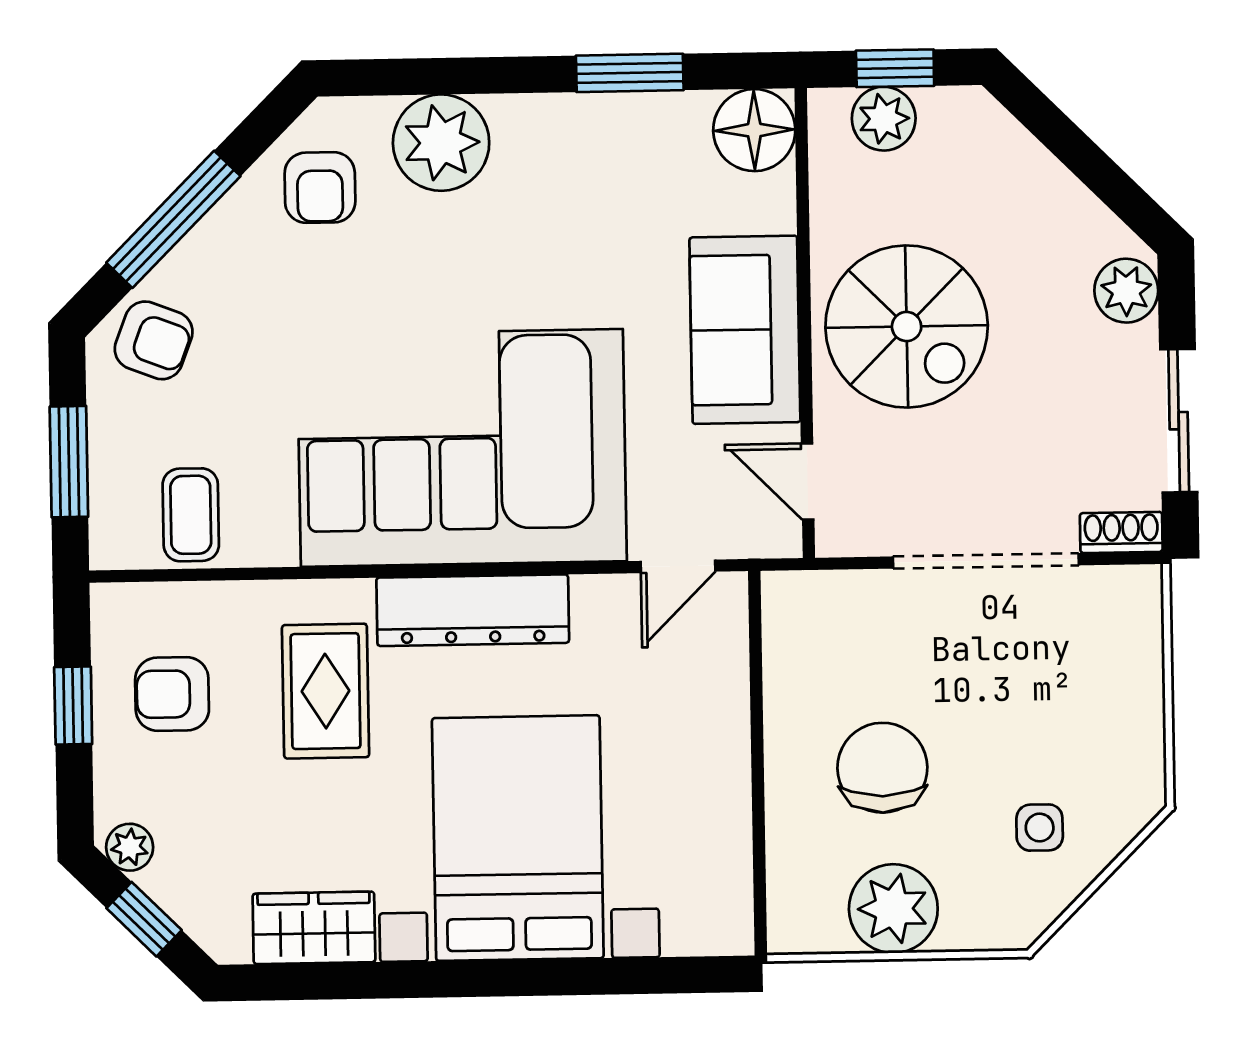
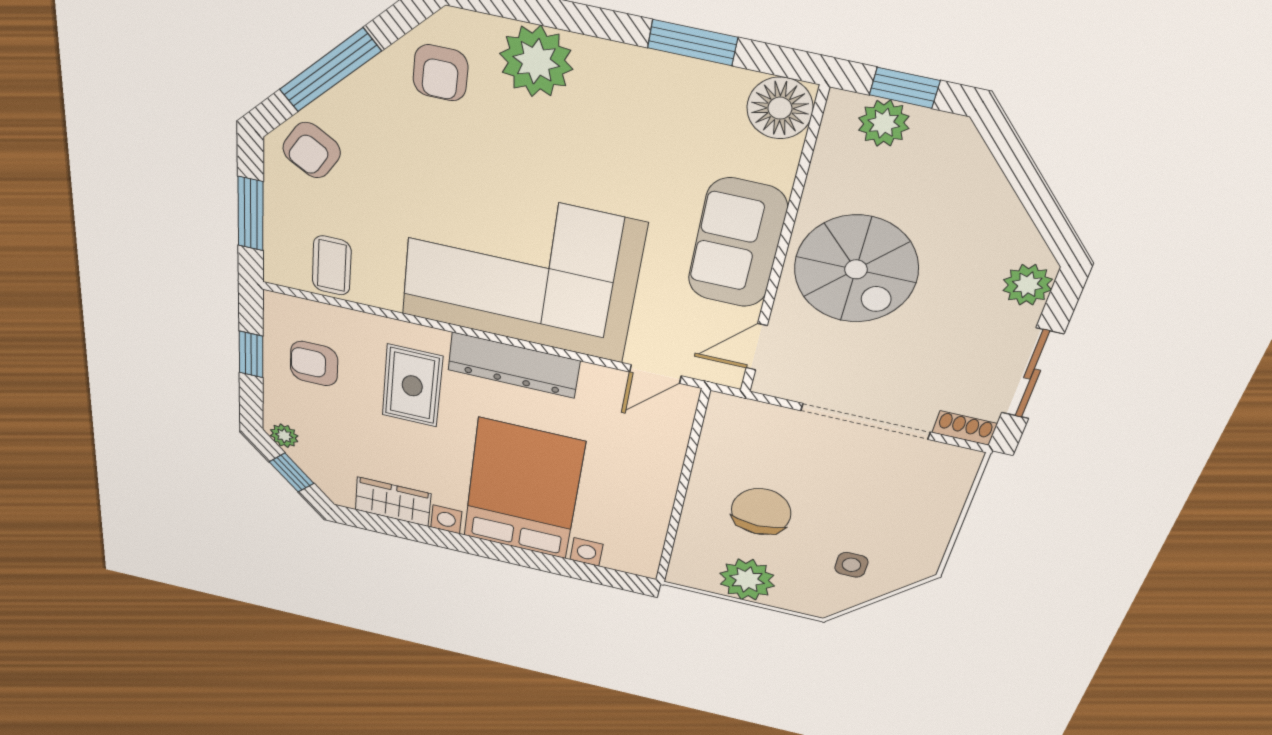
armchair: (154, 340) -> (312, 150), turned 100
door: (808, 481) -> (757, 347), hinge flipped

